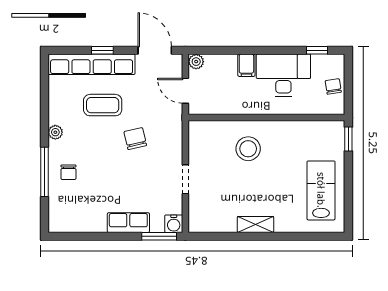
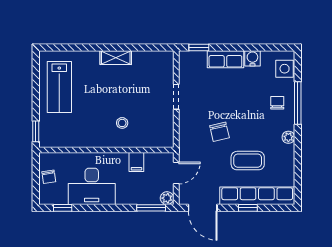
window: (215, 50) -> (151, 208), added
filing cabinet: (246, 65) -> (136, 162), moved, turned 180
door: (185, 91) -> (176, 173), hinge flipped
stool: (248, 149) -> (122, 123), width x0.53, depth x0.53
side table: (60, 212) -> (285, 69), added
water cooler: (174, 224) -> (252, 58), moved
window: (159, 236) -> (199, 47), width x0.67

